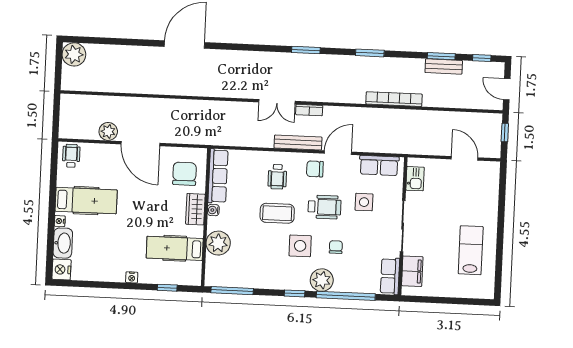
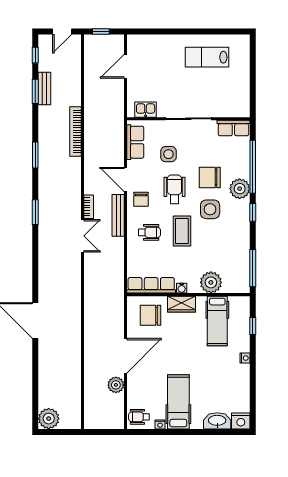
nightstand: (60, 221) -> (160, 424), moved
chair: (336, 247) -> (210, 177), width x1.87, depth x1.87
filing cabinet: (412, 271) -> (228, 108), removed

